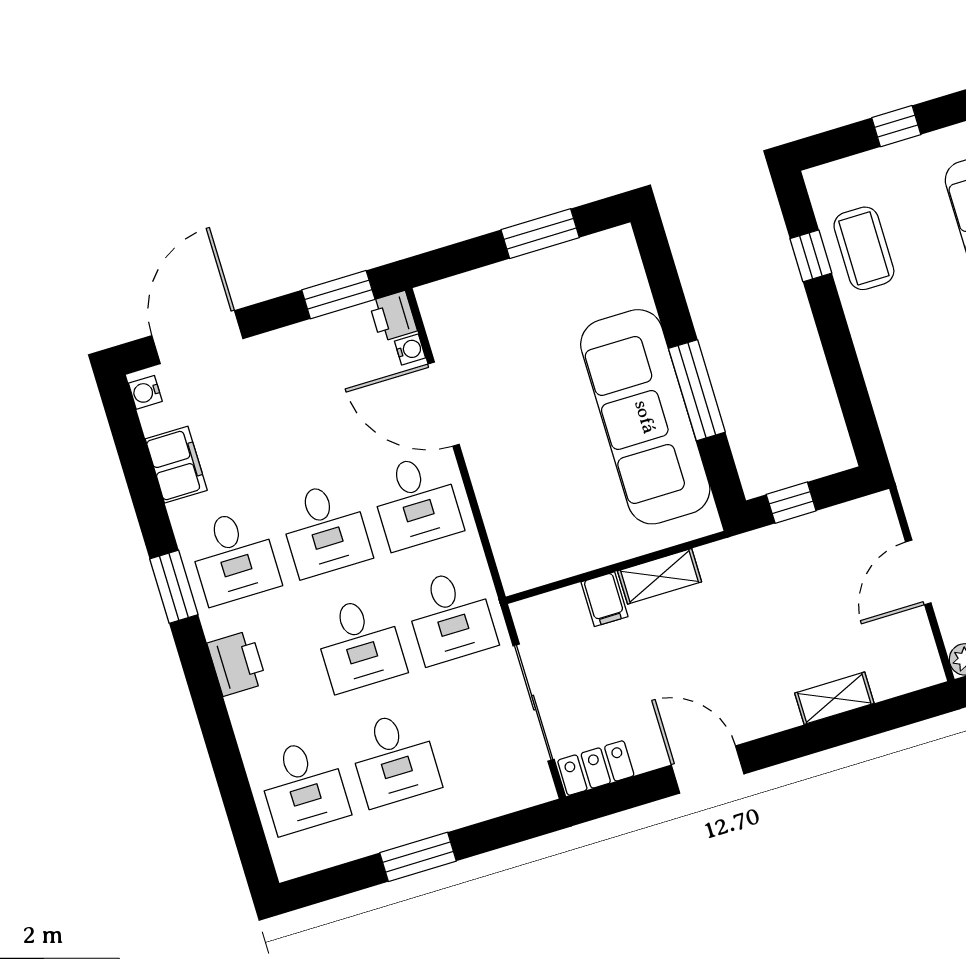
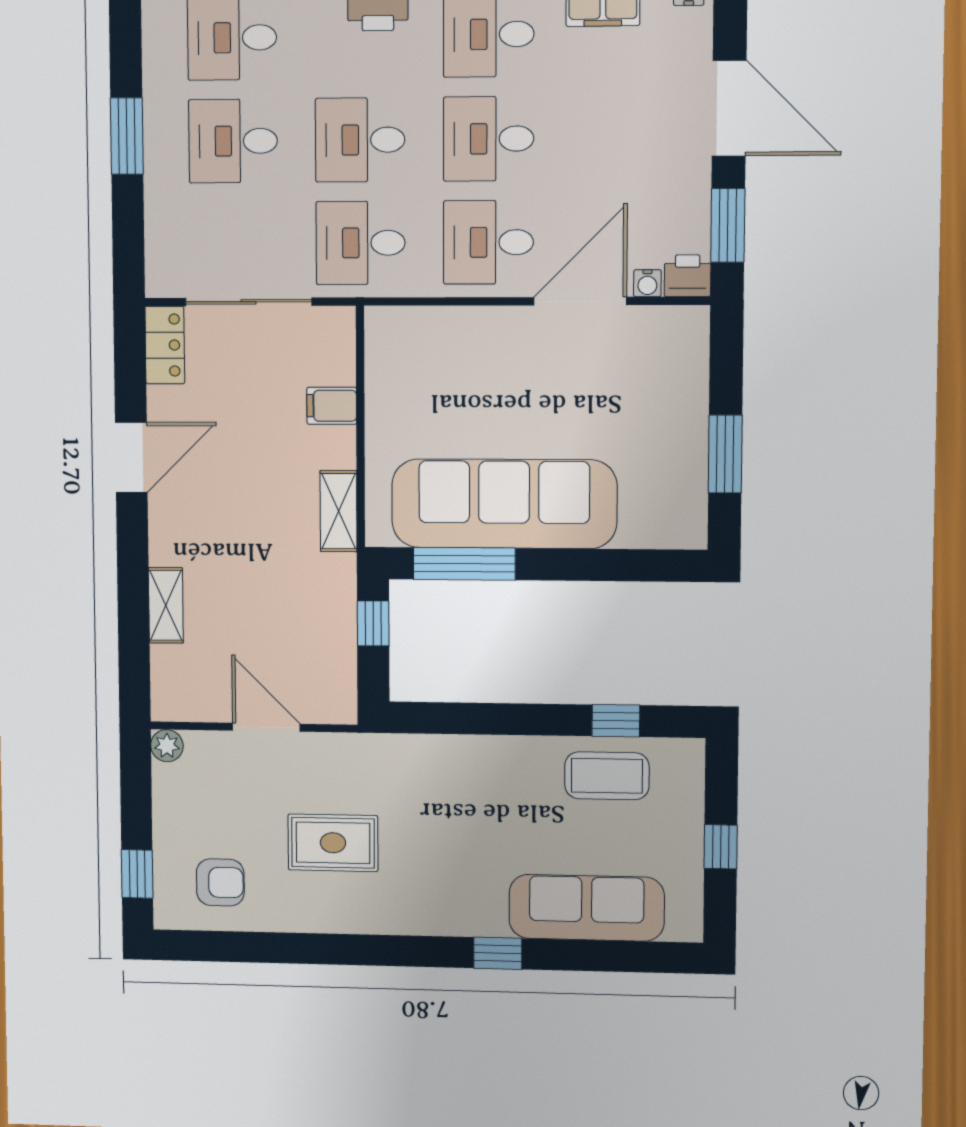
door: (197, 337) -> (729, 108), moved
window: (697, 390) -> (464, 564), moved
shelving: (660, 576) -> (339, 511), moved

